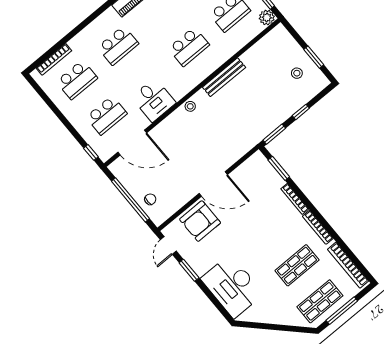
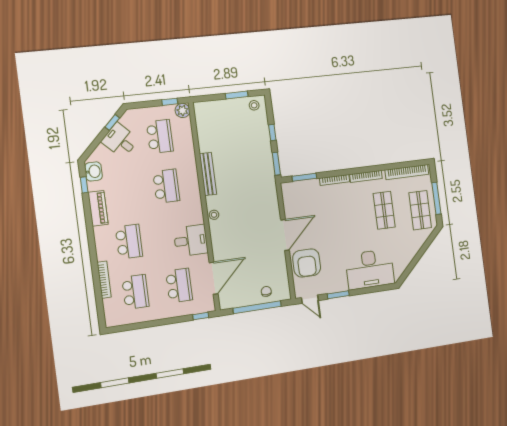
bookcase: (54, 59) -> (104, 280), moved
stool: (297, 73) -> (254, 105), moved

